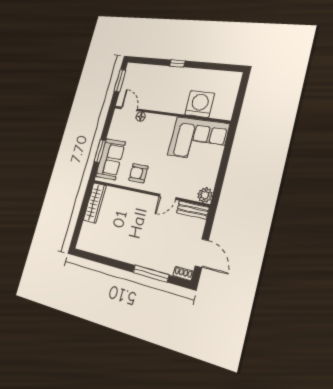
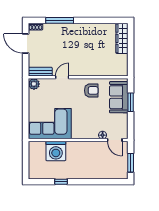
window: (177, 63) -> (61, 182), moved
wardrobe: (95, 203) -> (122, 38), moved

